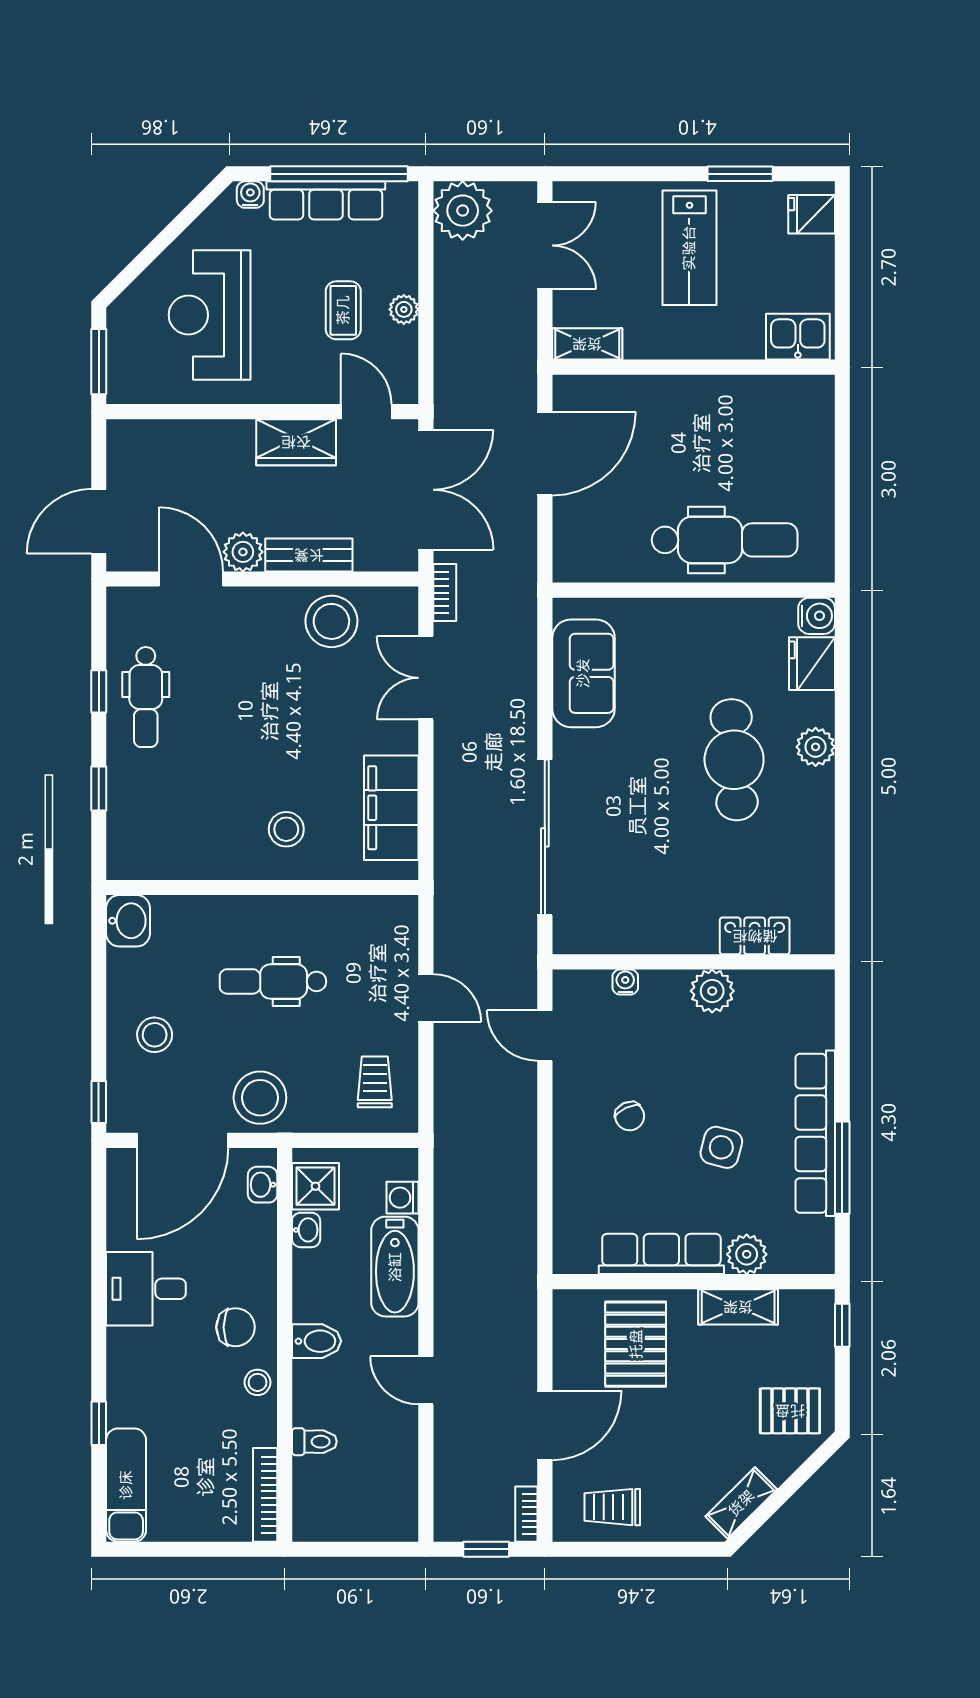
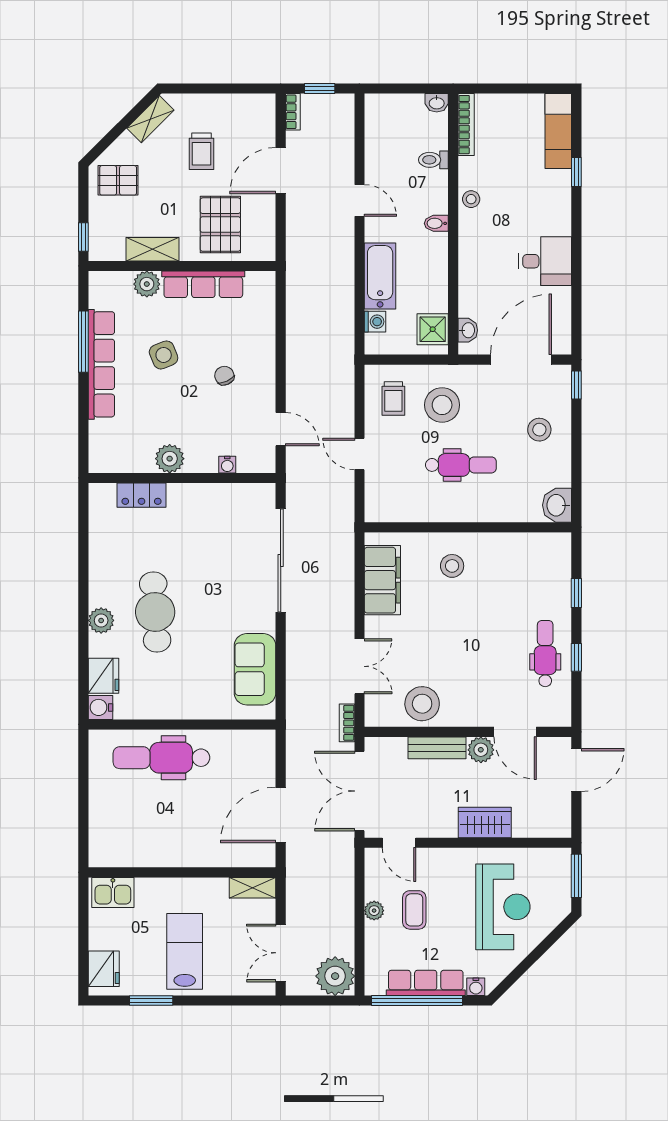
fridge: (812, 214) -> (104, 969), width x1.38
wardrobe: (296, 442) -> (485, 823), moved
stool: (260, 1098) -> (442, 405), moved
side table: (721, 1147) -> (164, 355), turned -37
washbasin: (306, 1230) -> (437, 103), moved, turned -90
chair: (236, 1327) -> (486, 236), removed
bidet: (317, 1341) -> (436, 223), width x0.72, depth x0.74
trolley: (612, 1507) -> (202, 151), moved, turned 90

